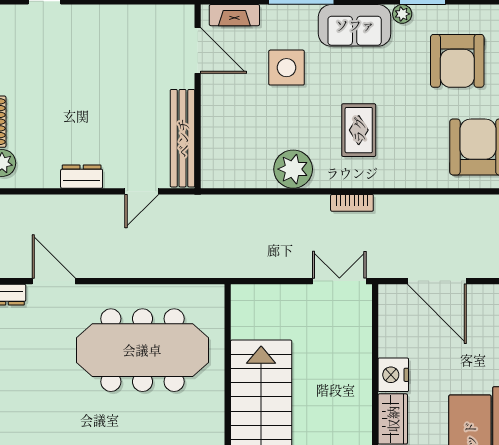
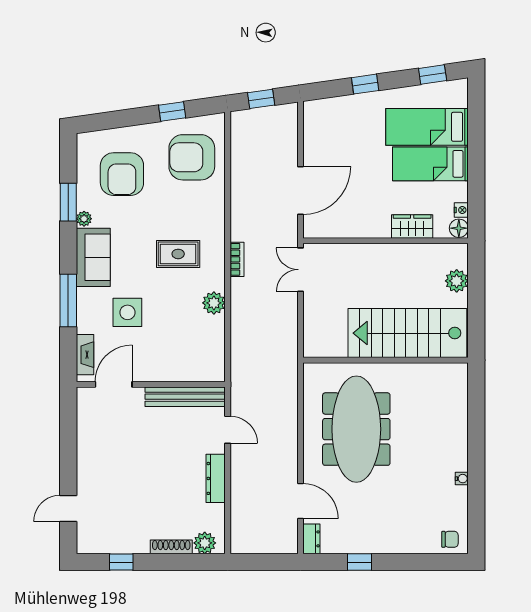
armchair: (457, 61) -> (122, 174), turned 90
plant: (293, 169) -> (214, 303), width x0.73, depth x0.73
dresser: (82, 177) -> (216, 478), width x1.44
door: (54, 281) -> (301, 501), swing flipped
nightstand: (393, 375) -> (376, 226), removed

